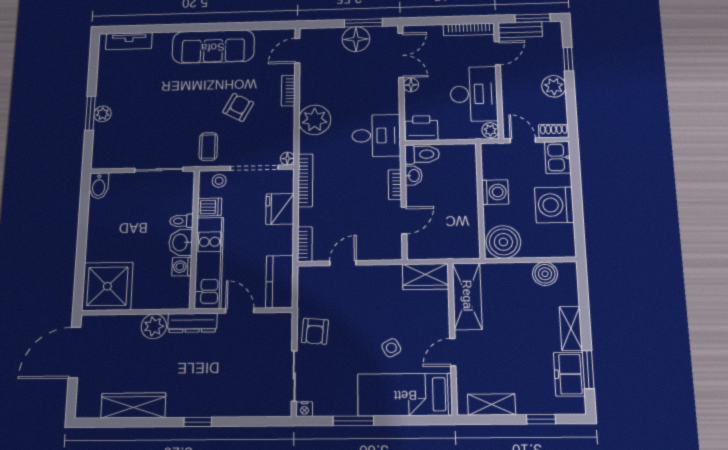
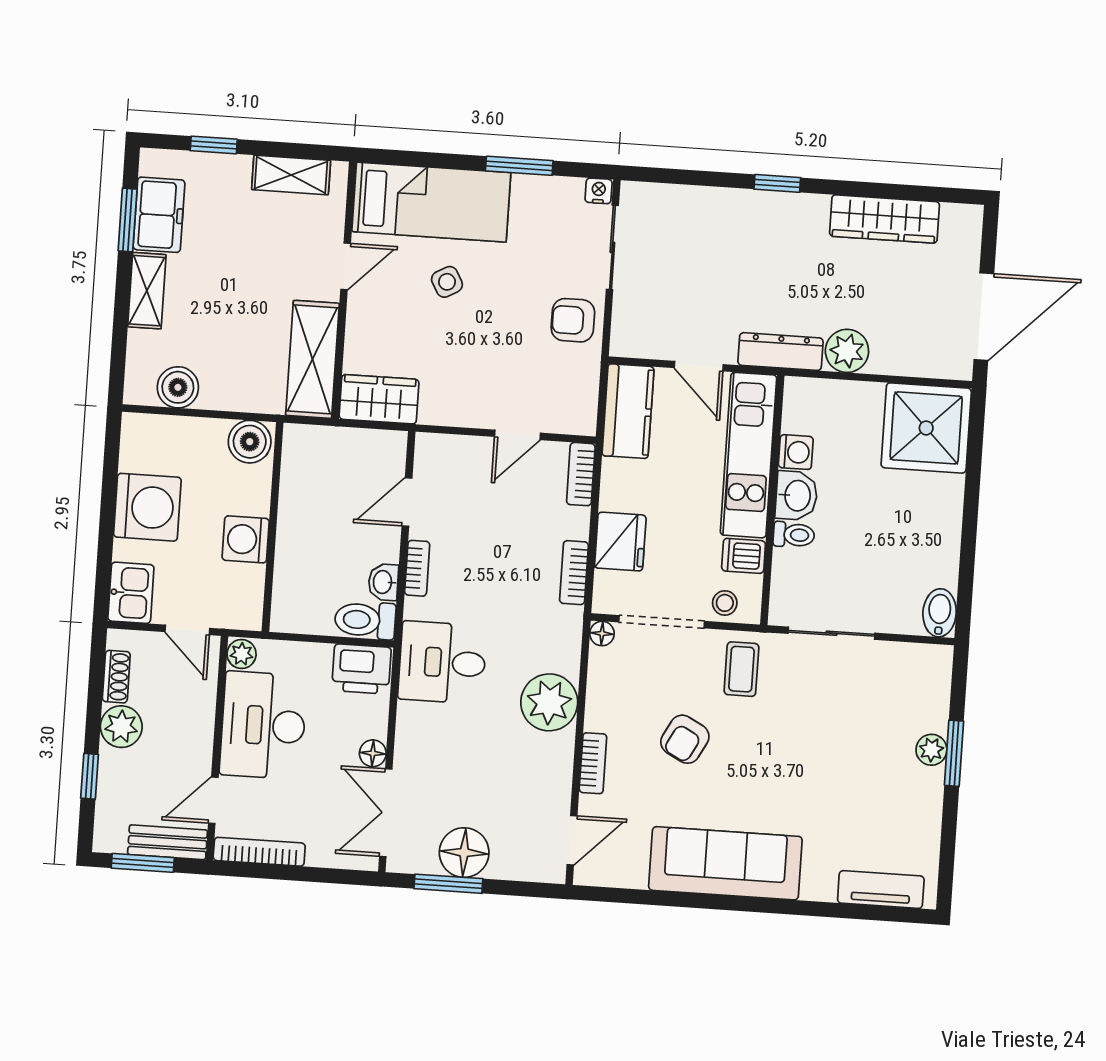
shoe rack: (554, 131) -> (116, 677), moved, turned -90
bookcase: (305, 180) -> (574, 573), width x0.64
boiler: (503, 242) -> (250, 442), width x0.73, depth x0.73
armchair: (315, 331) -> (573, 320), turned -95

